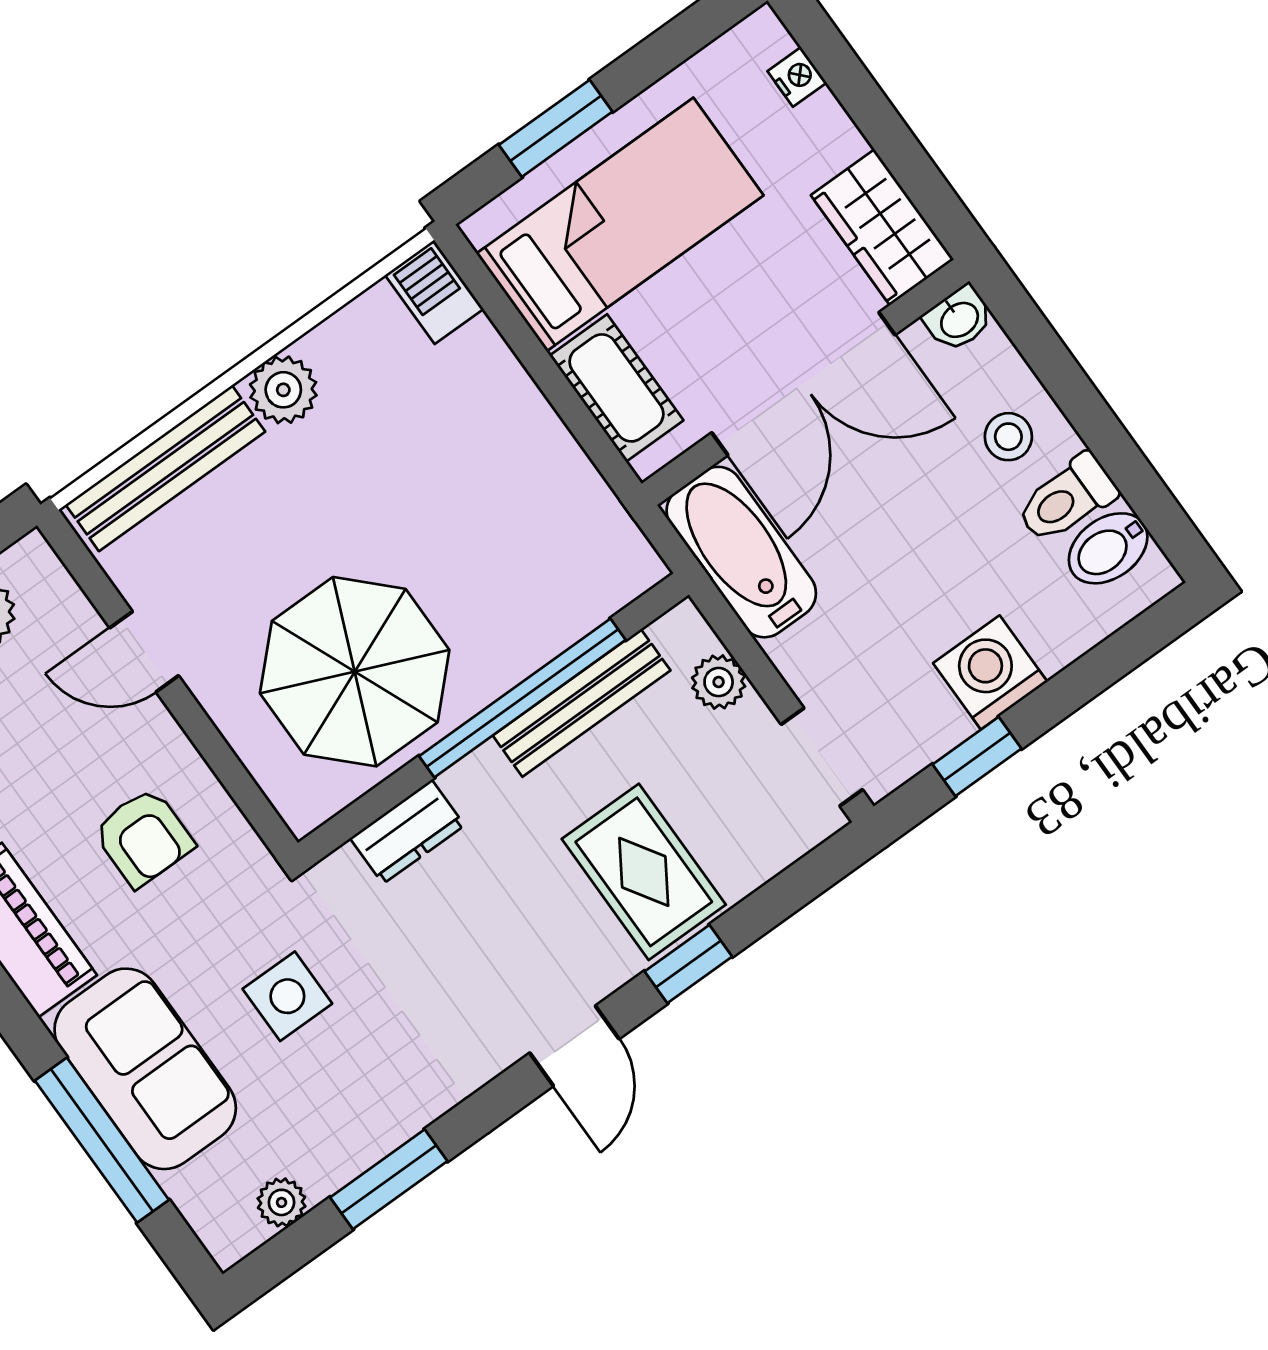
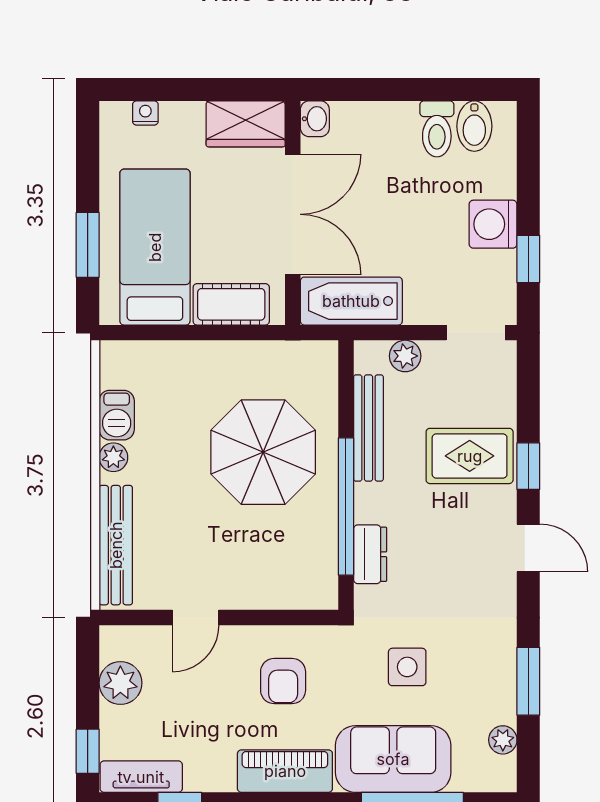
barbecue: (434, 292) -> (117, 415), moved, turned -90
plant: (283, 390) -> (113, 457), width x0.73, depth x0.73
stool: (1008, 437) -> (388, 135), removed
parasol: (355, 672) -> (263, 452), moved
window: (522, 698) -> (346, 506), moved
armchair: (144, 837) -> (283, 681), turned 90

